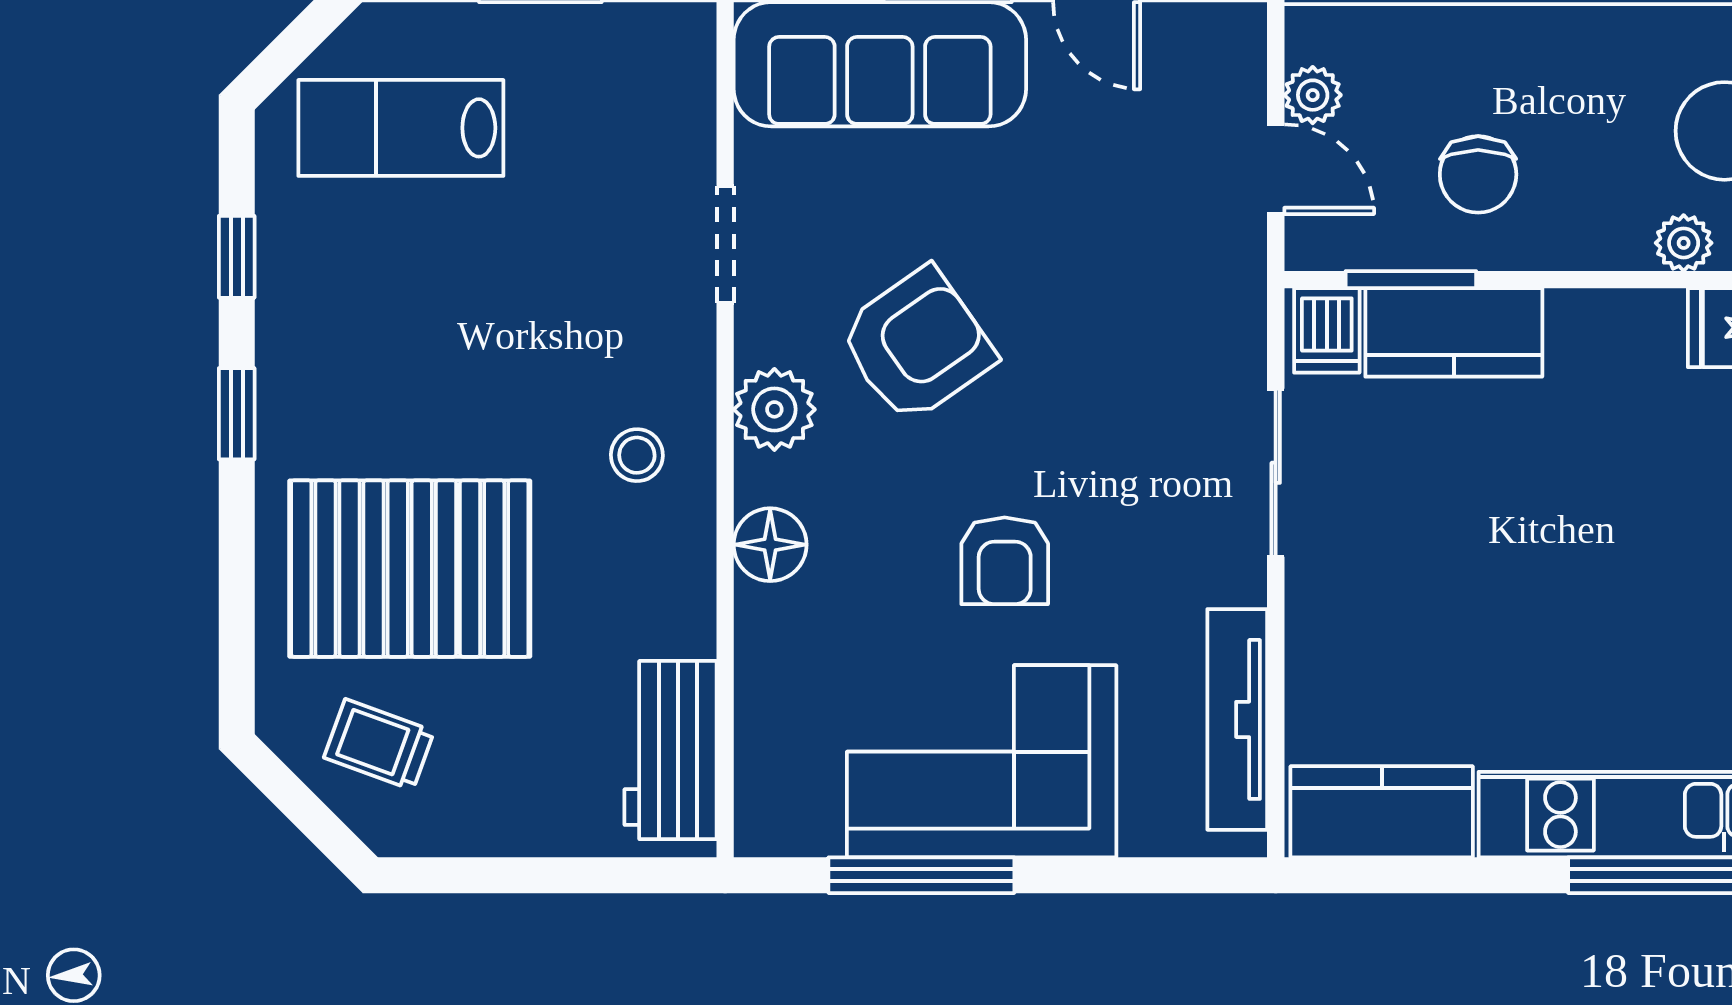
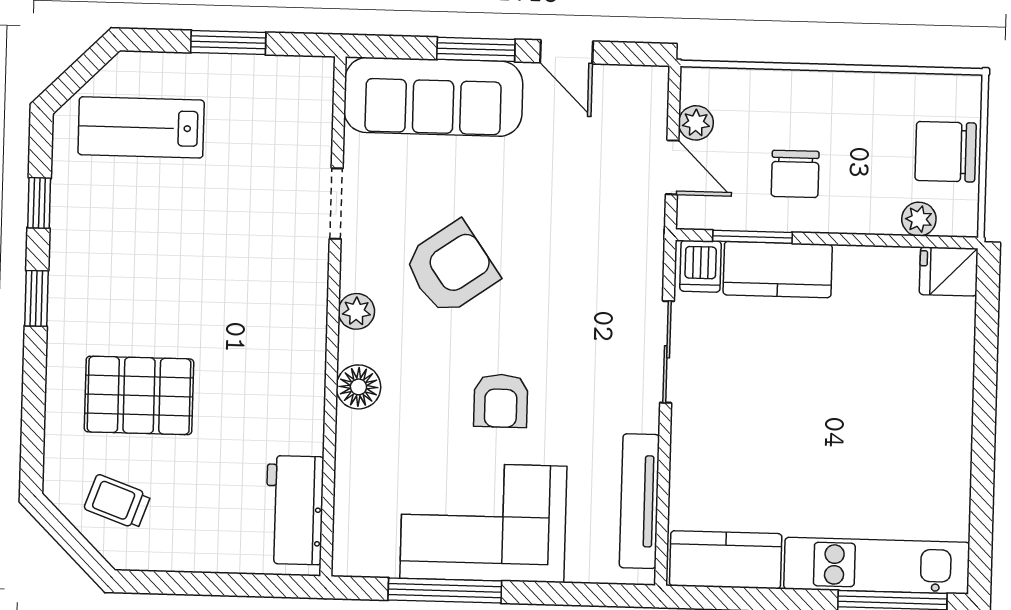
plant: (774, 409) -> (356, 311), width x0.73, depth x0.73
stool: (637, 455) -> (279, 330), removed
pallet: (410, 569) -> (139, 395), width x0.73, depth x0.71

